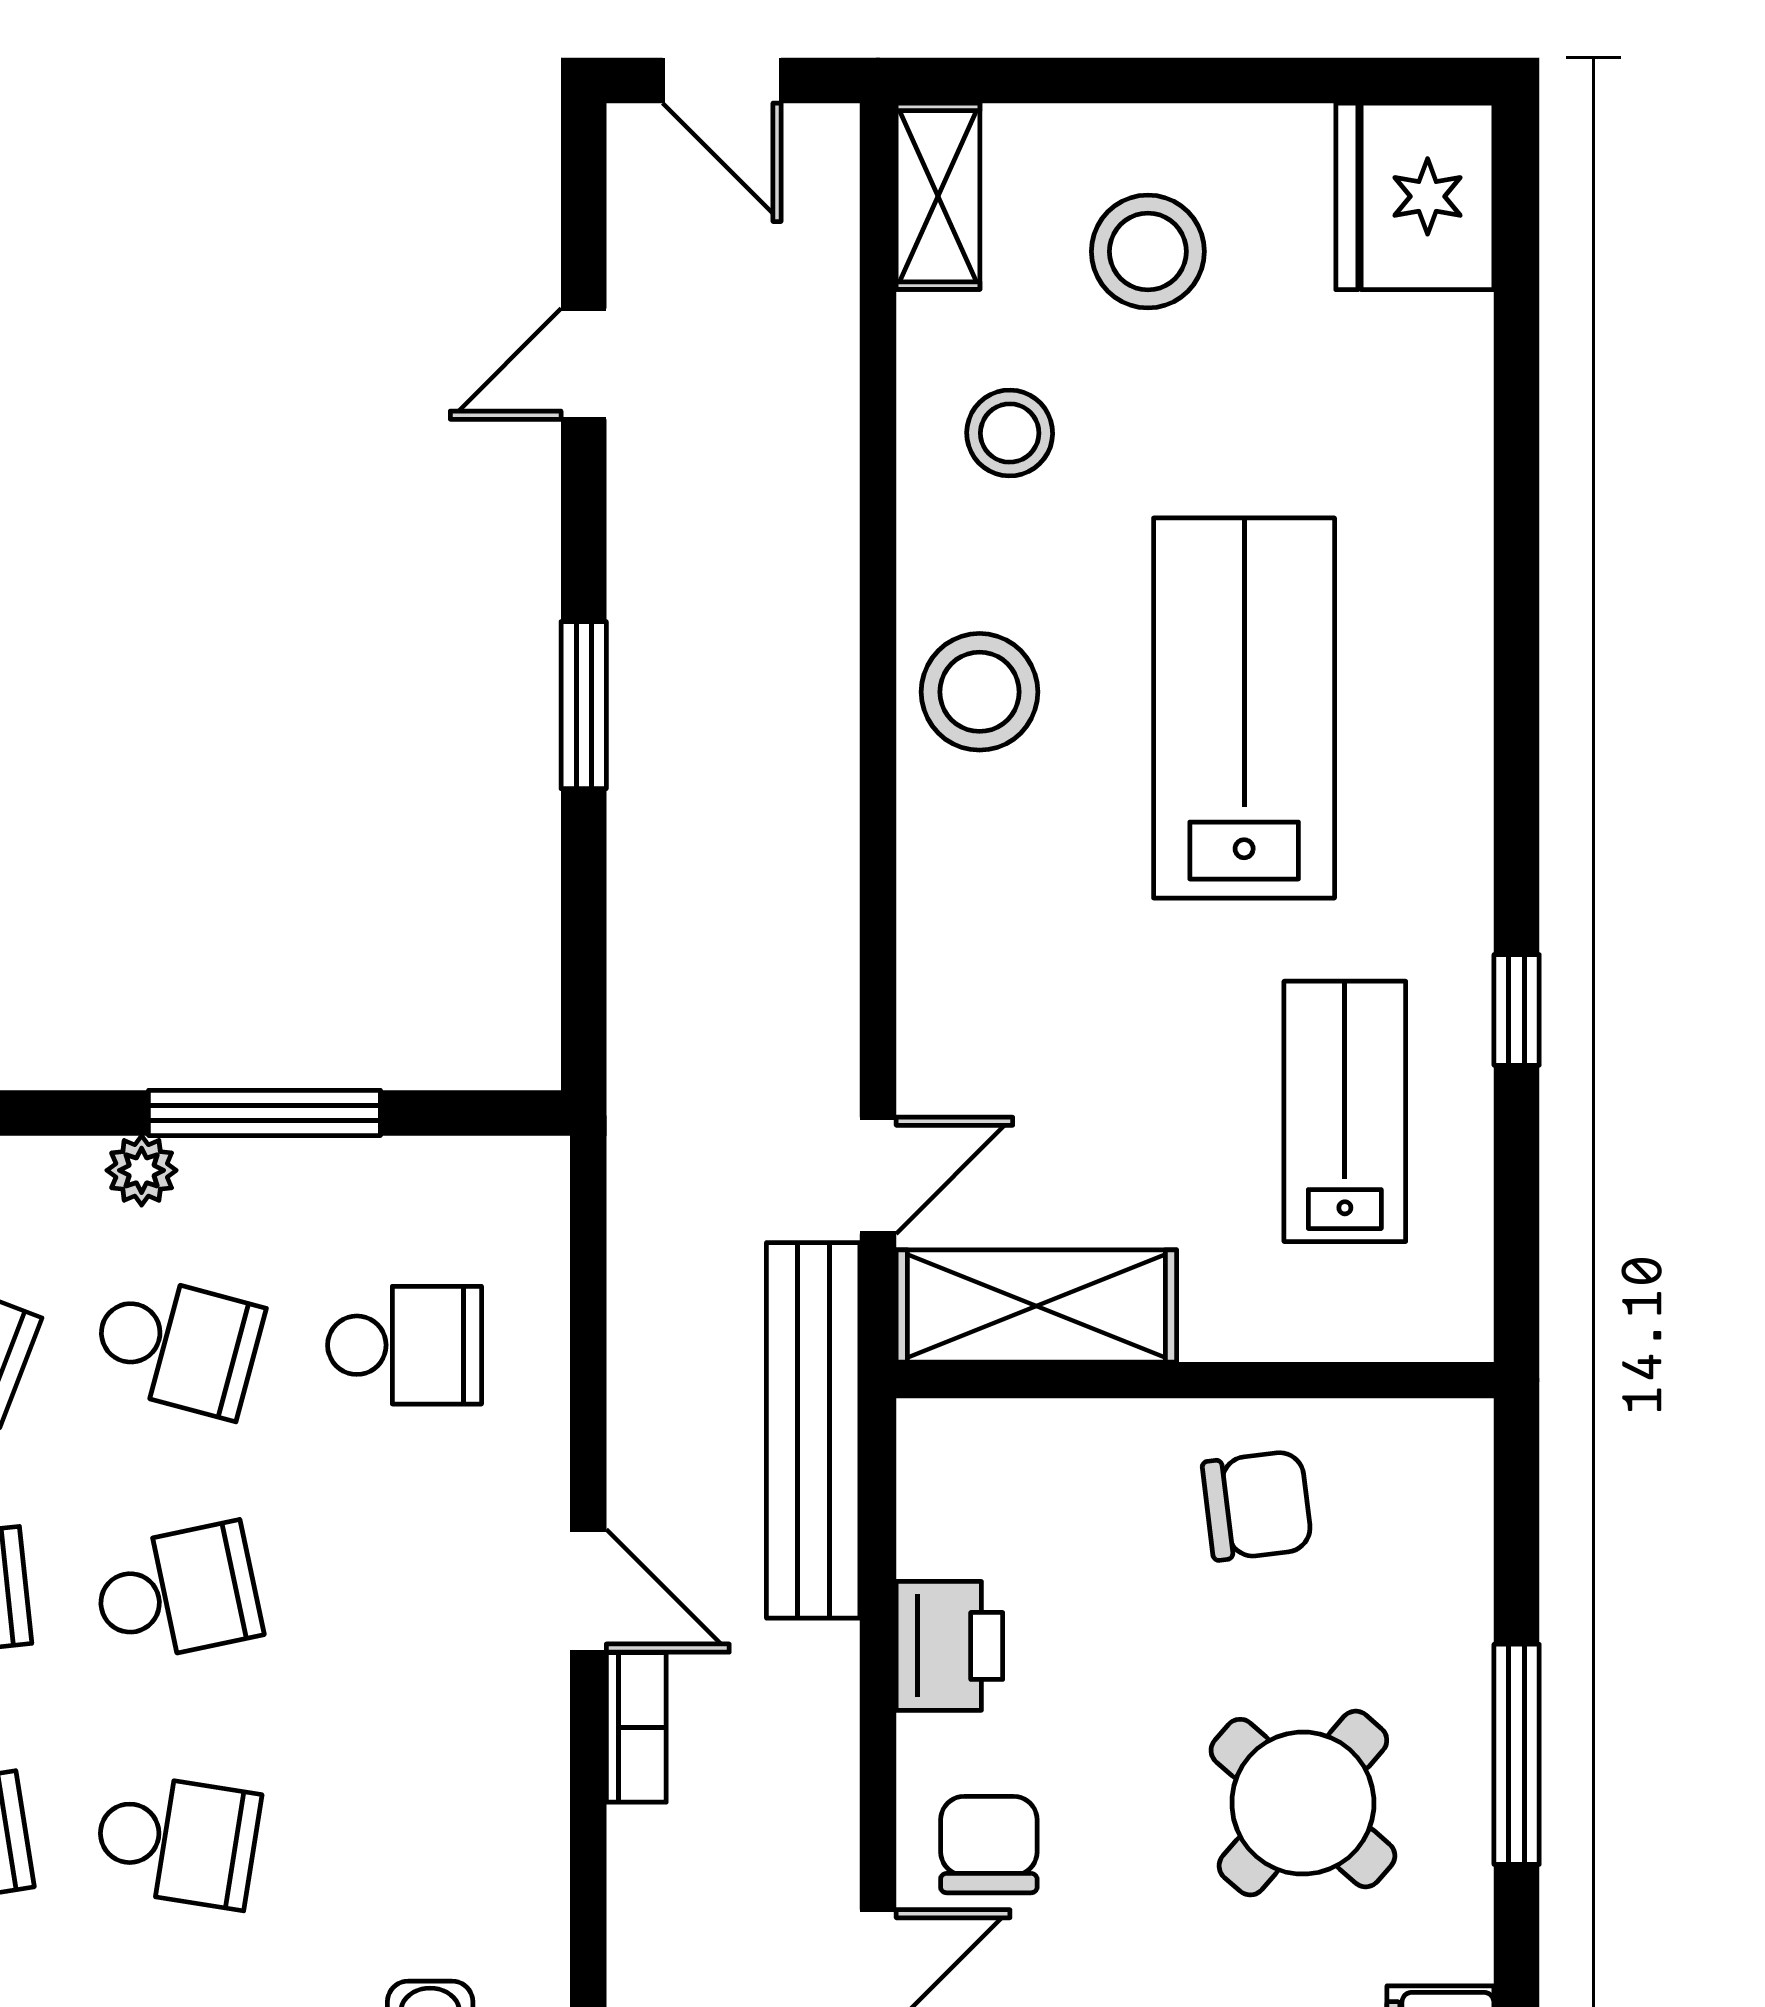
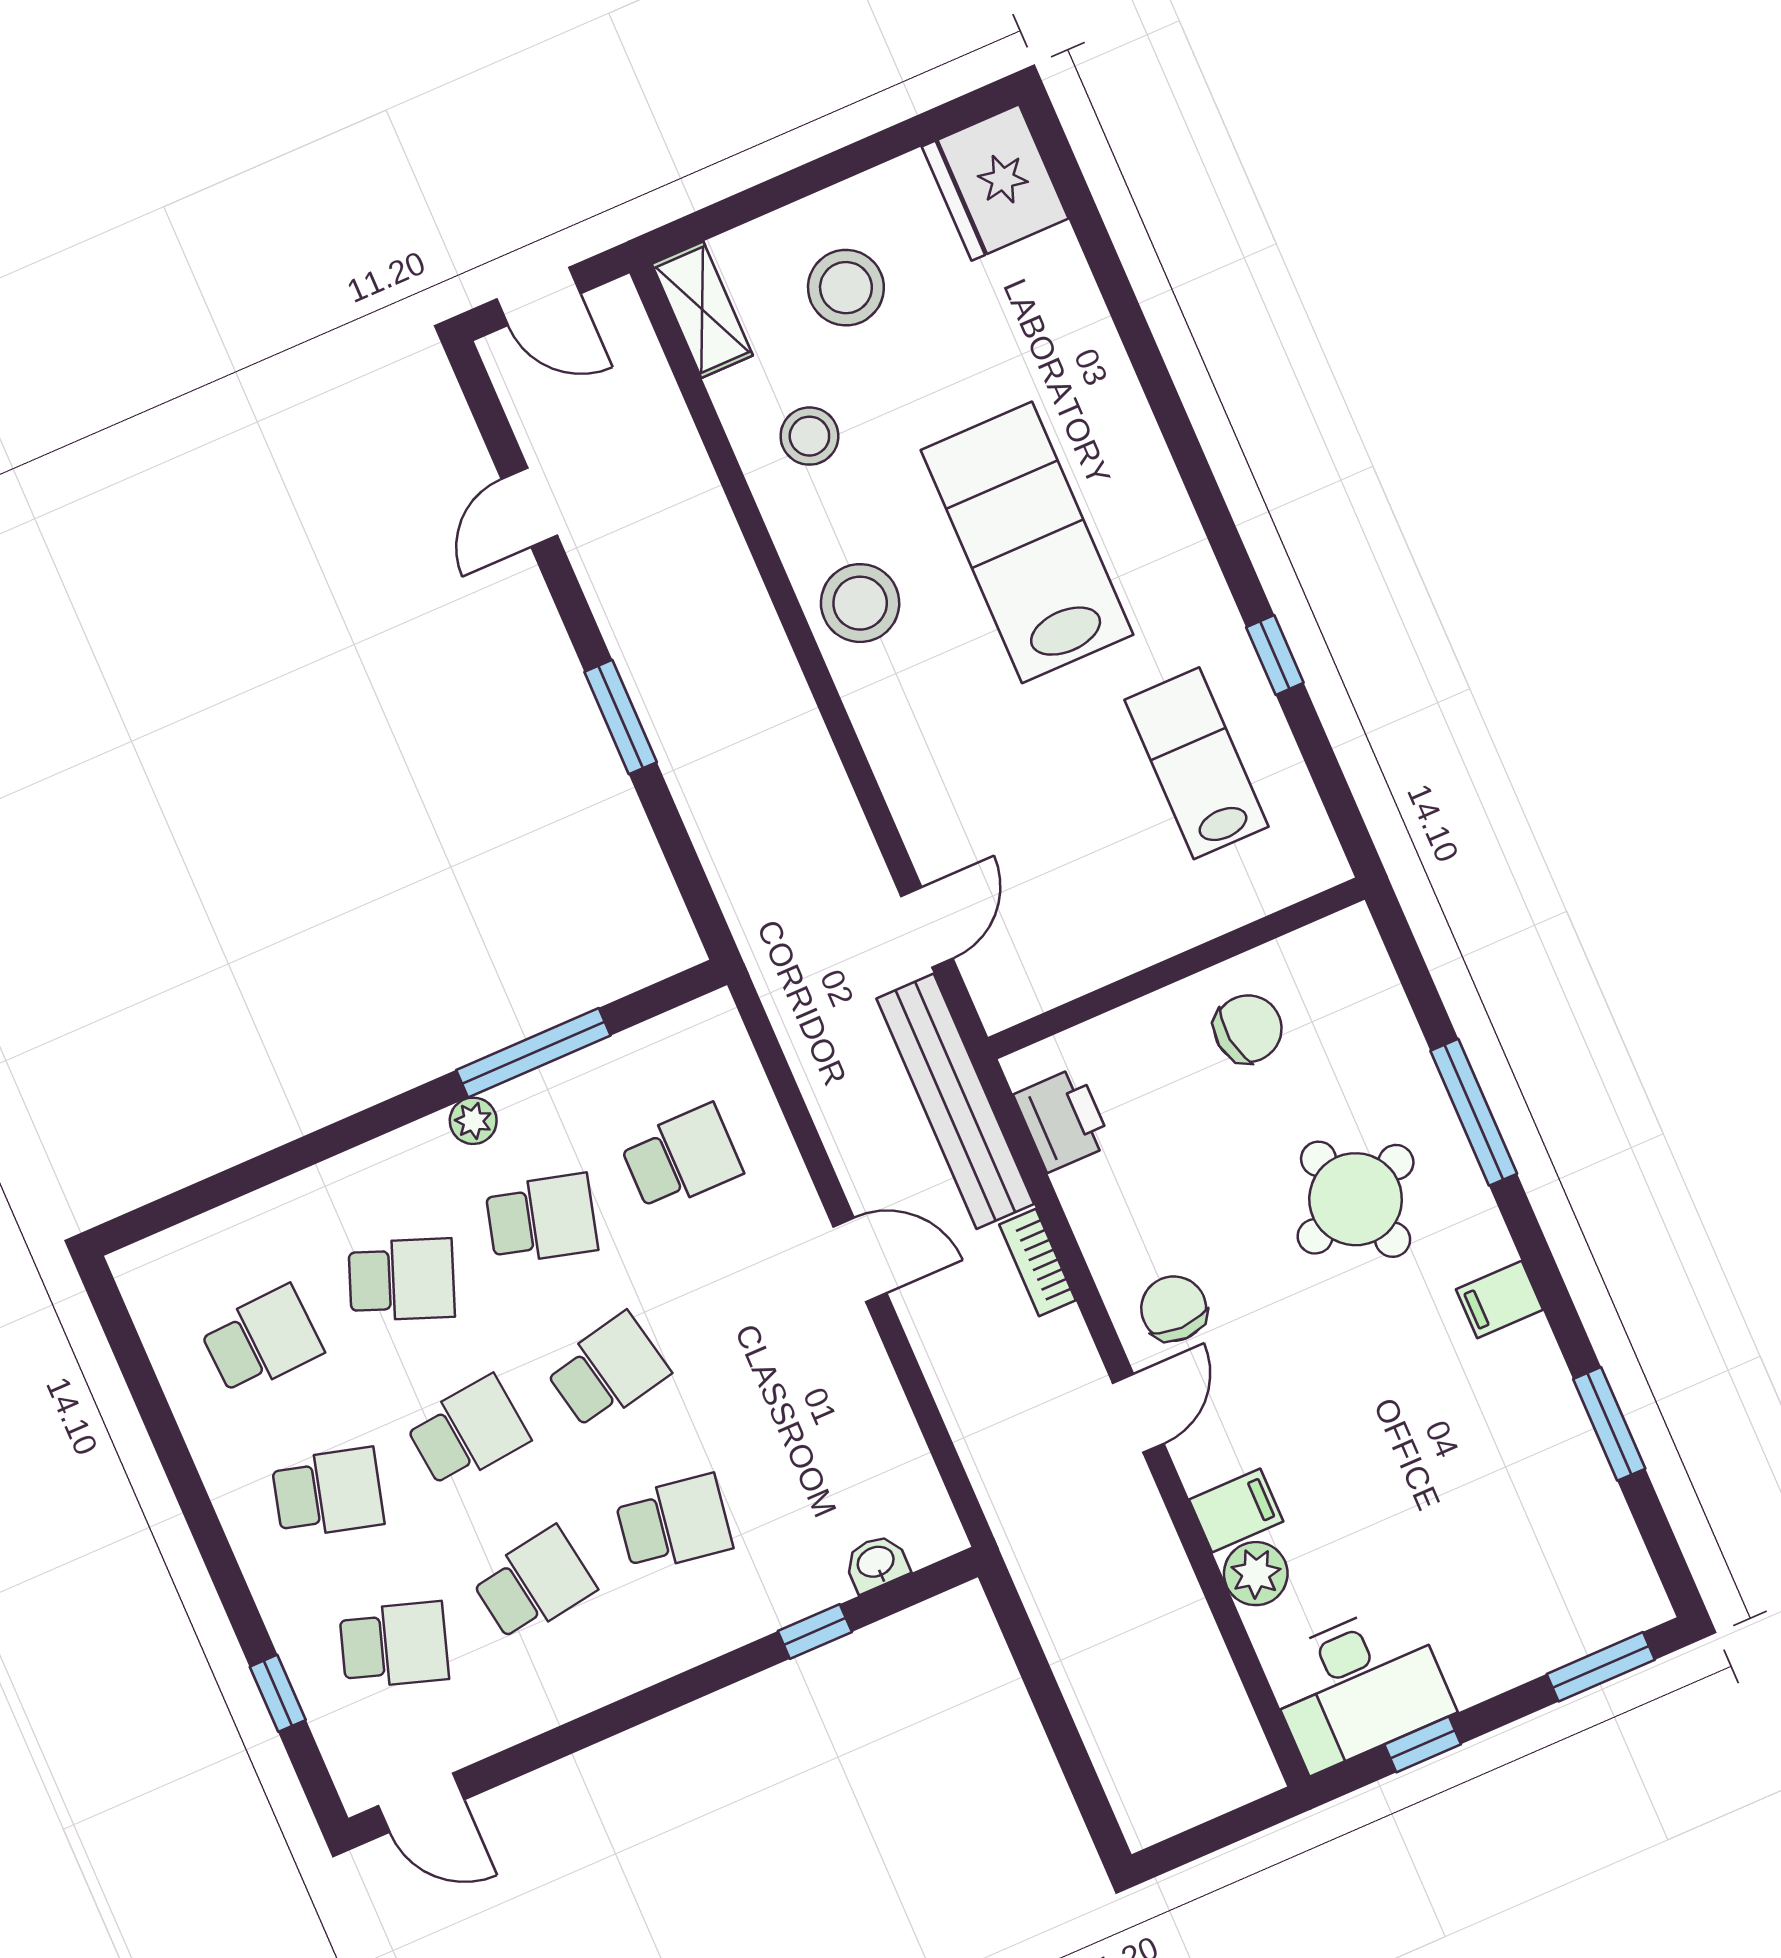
shelving: (1036, 1306) -> (1059, 965), removed
printer: (949, 1646) -> (1063, 1120), moved
bookcase: (636, 1727) -> (1038, 1262), moved, turned 180
round table: (1303, 1803) -> (1356, 1199), turned 30

